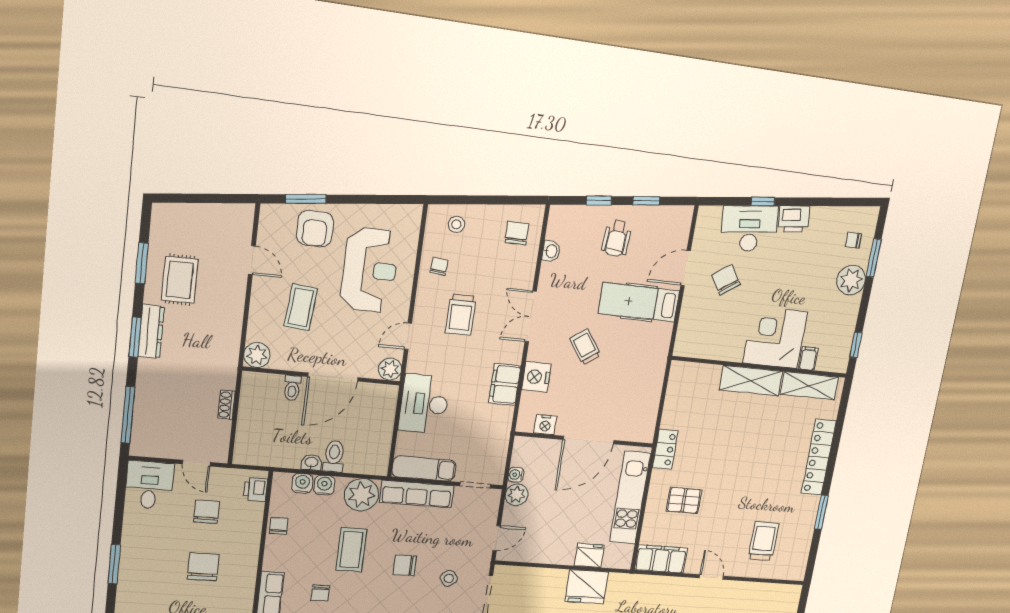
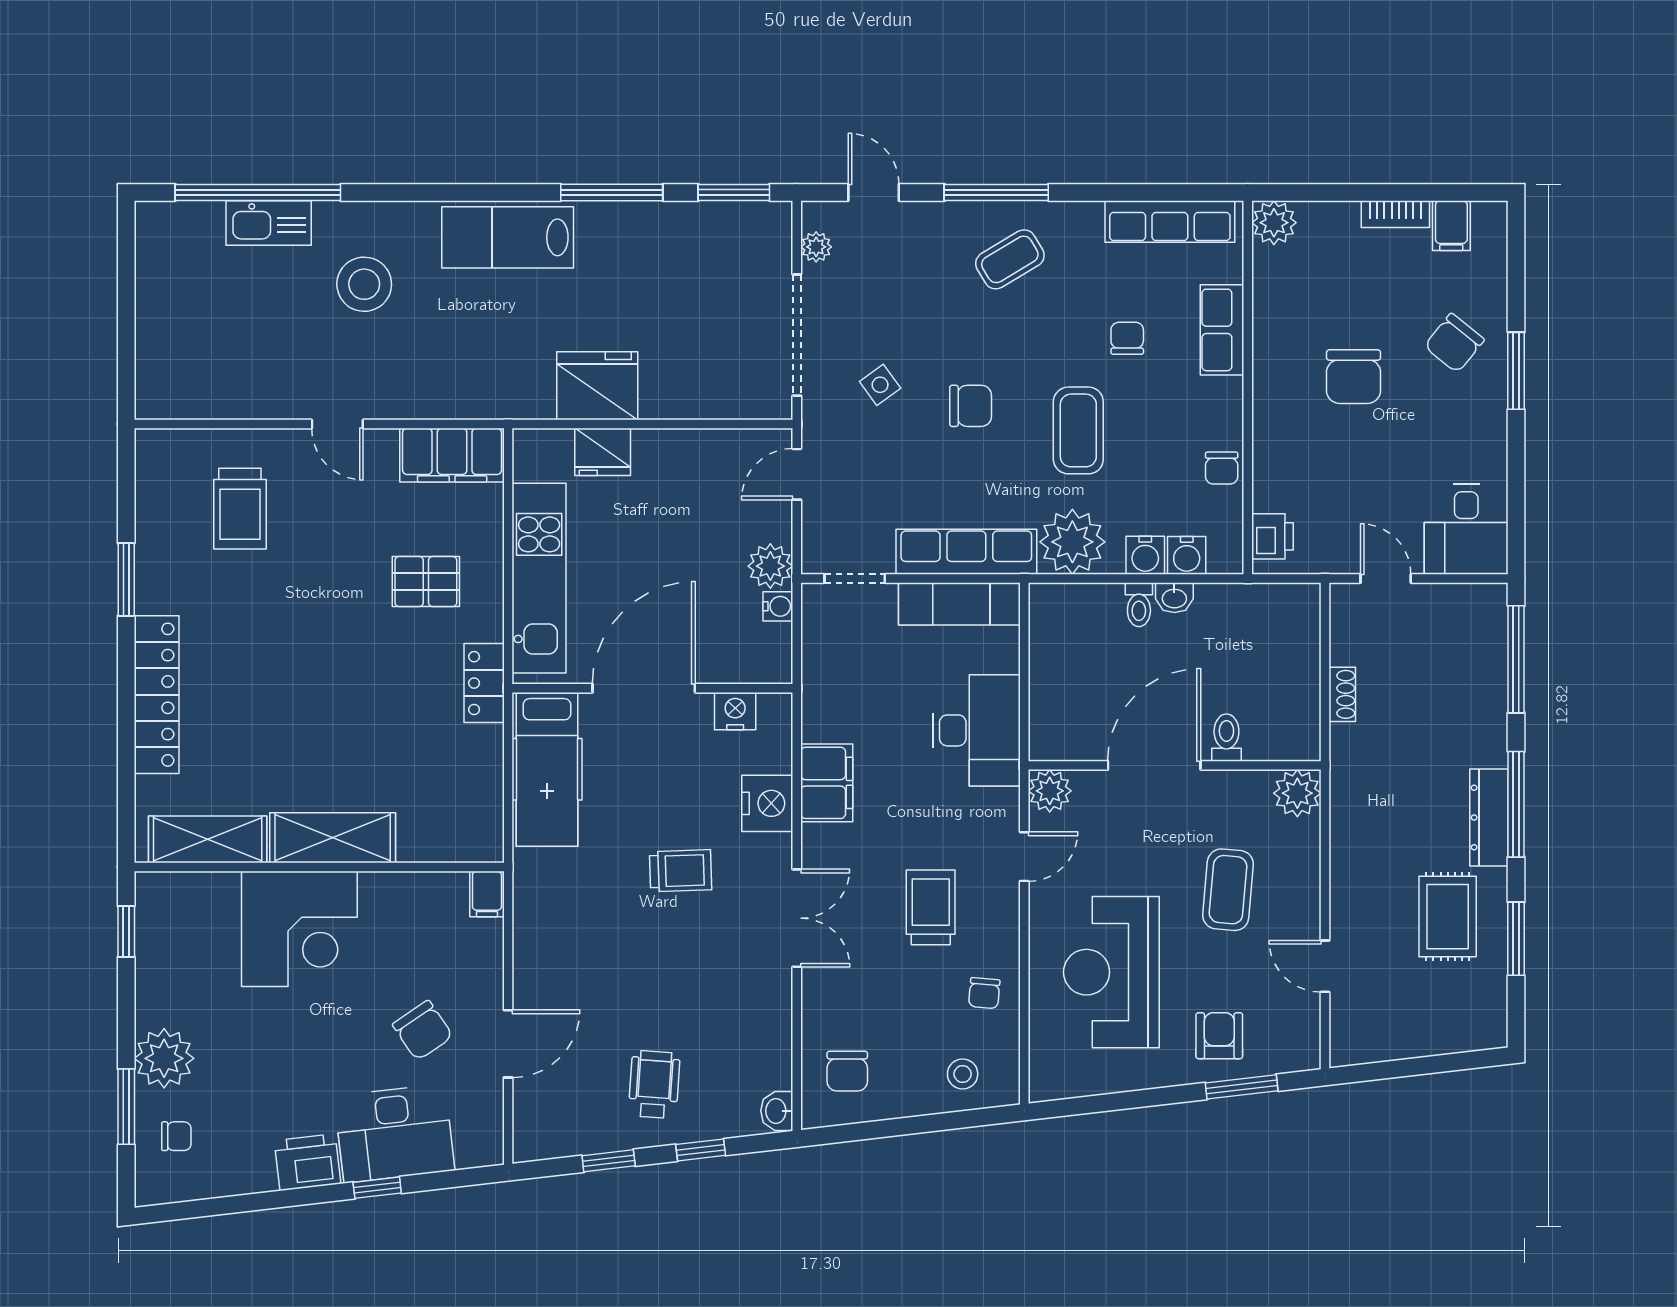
armchair: (315, 229) -> (1219, 1036), width x0.72, depth x0.72
washbasin: (551, 251) -> (777, 1111), moved
hospital bed: (639, 302) -> (547, 769), moved, turned 90
window: (135, 337) -> (1516, 804), width x1.44
trolley: (585, 347) -> (681, 871), turned -57
filing cabinet: (808, 358) -> (487, 894), moved
toilet: (334, 456) -> (1139, 605), width x0.73, depth x0.72
chair: (207, 512) -> (1454, 343), moved, turned 39

